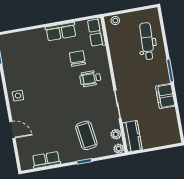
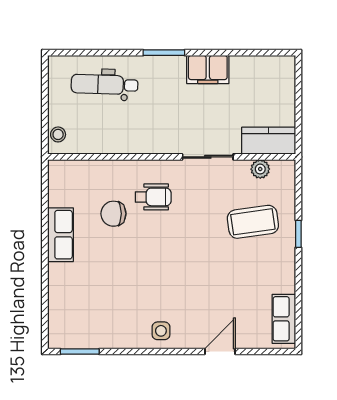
row of seats: (96, 32) -> (73, 172), removed
wheelchair: (90, 79) -> (153, 197), turned -90
plant: (119, 149) -> (287, 169), removed
row of seats: (46, 160) -> (284, 319), moved

